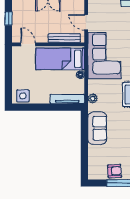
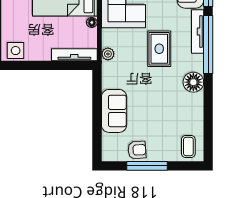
sofa: (97, 128) -> (114, 111), moved

